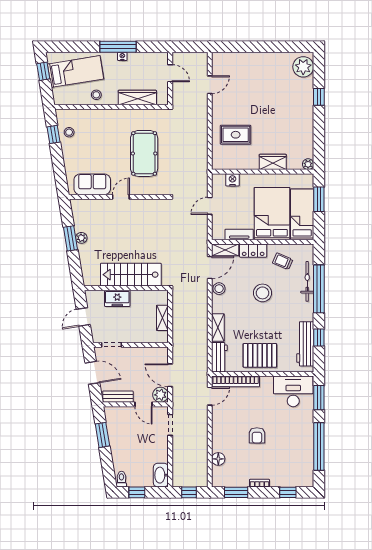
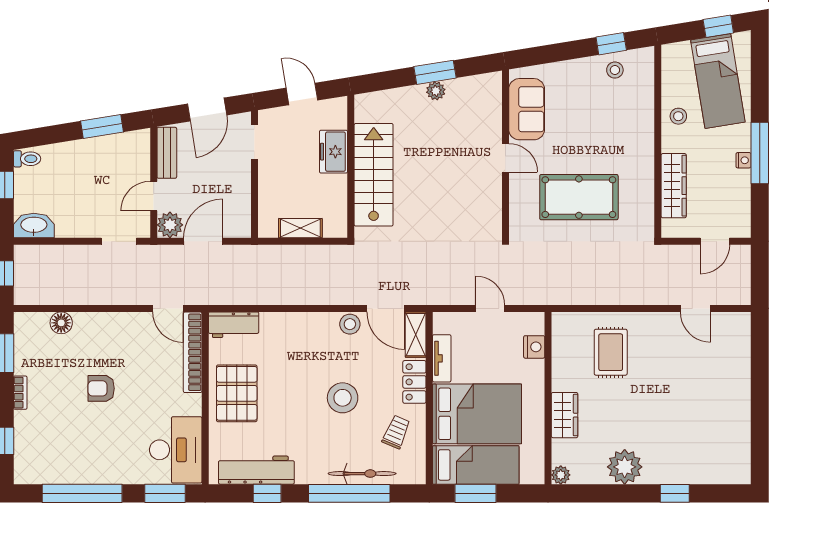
plant: (303, 67) -> (625, 467), moved
window: (319, 199) -> (475, 493), moved
shelving: (218, 328) -> (284, 322), removed

